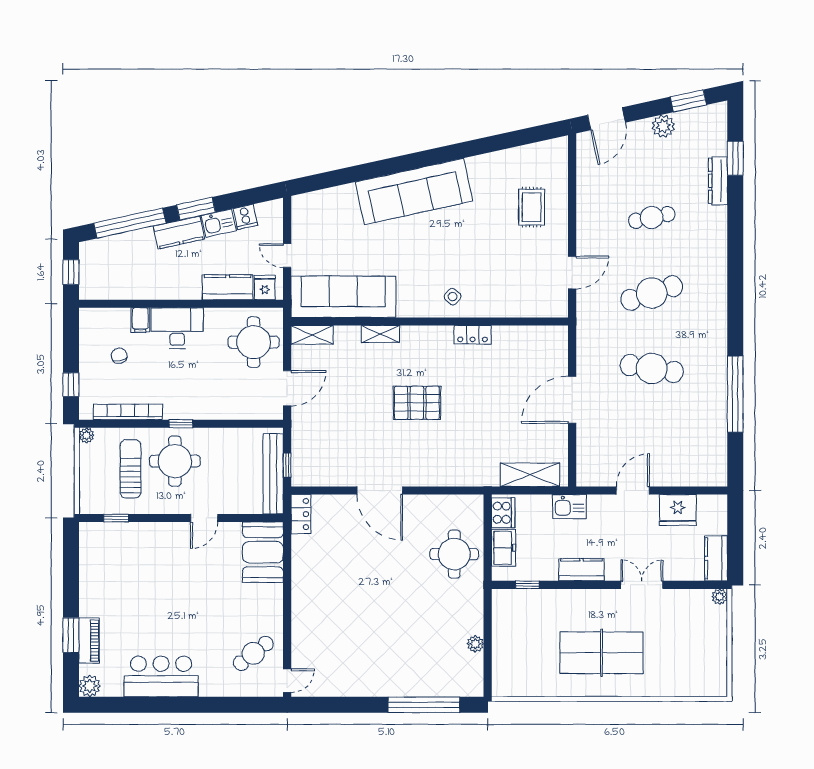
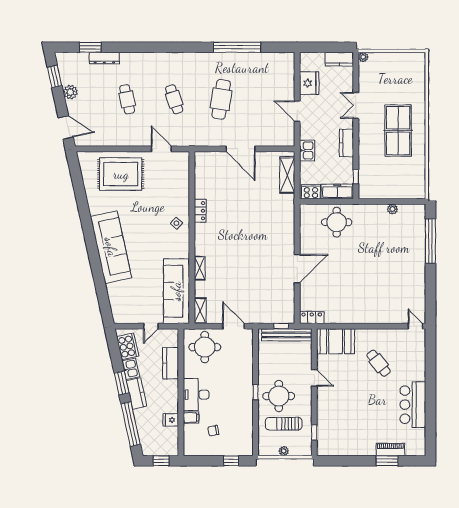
rug: (532, 207) -> (121, 174), width x1.86, depth x2.06
cooker: (245, 217) -> (128, 346), width x1.87, depth x1.31
fridge: (265, 288) -> (171, 420), moved
cafe table: (652, 293) -> (174, 99), width x0.73, depth x0.74
pallet: (417, 403) -> (243, 245), removed
bookcase: (128, 412) -> (248, 425), removed
plant: (86, 435) -> (284, 451), moved
freezer: (504, 548) -> (337, 192), width x1.40
cafe table: (253, 653) -> (379, 363), moved
plant: (90, 686) -> (419, 449), removed

